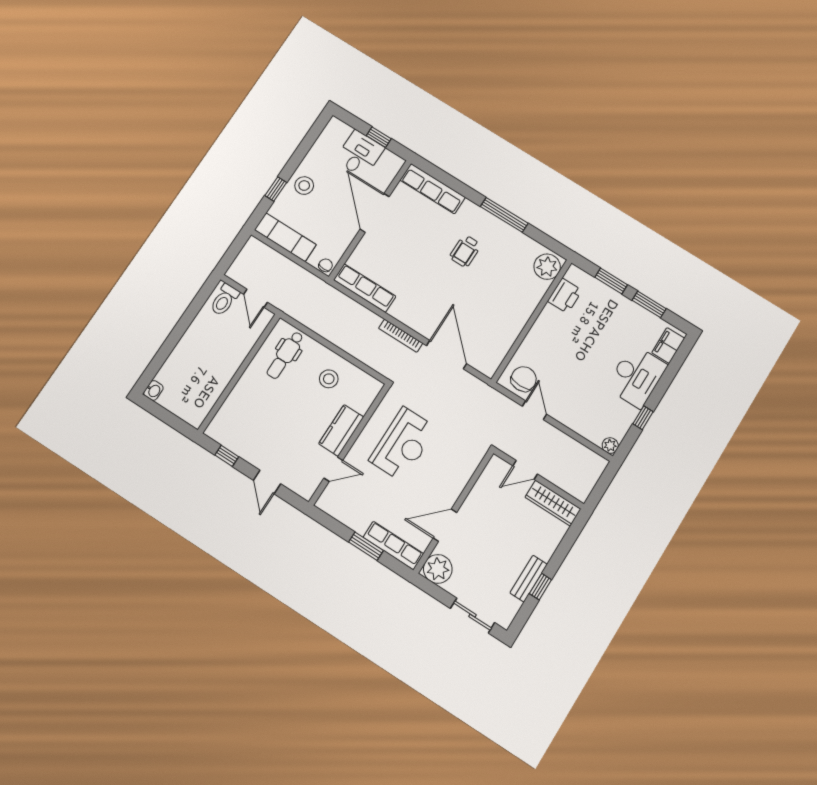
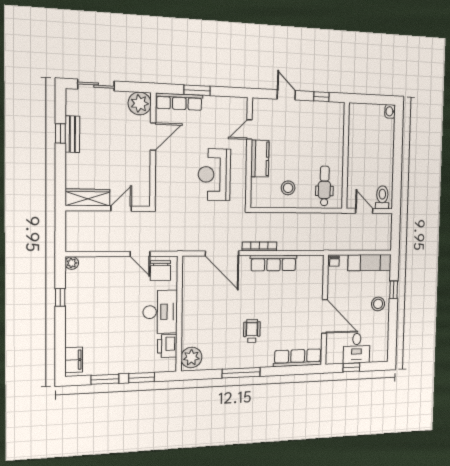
row of seats: (365, 288) -> (273, 263), moved
desk: (637, 376) -> (160, 312), moved, turned 180

